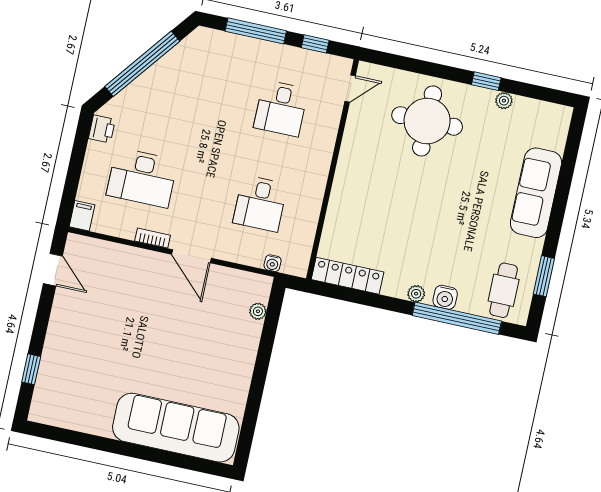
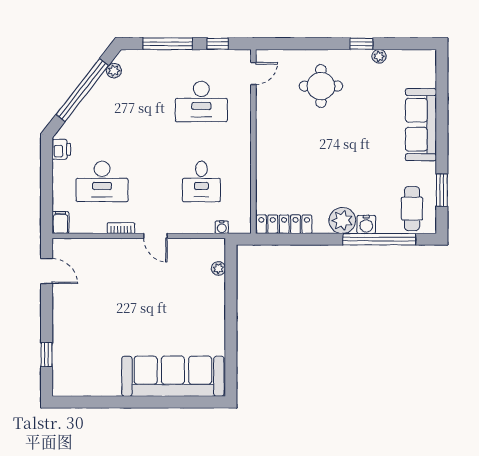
plant: (185, 49) -> (114, 71), added
desk: (281, 108) -> (201, 101), width x1.37
round table: (427, 121) -> (321, 86), width x0.73, depth x0.73
door: (191, 256) -> (155, 236), width x0.73
plant: (416, 294) -> (342, 220), width x1.88, depth x1.88

